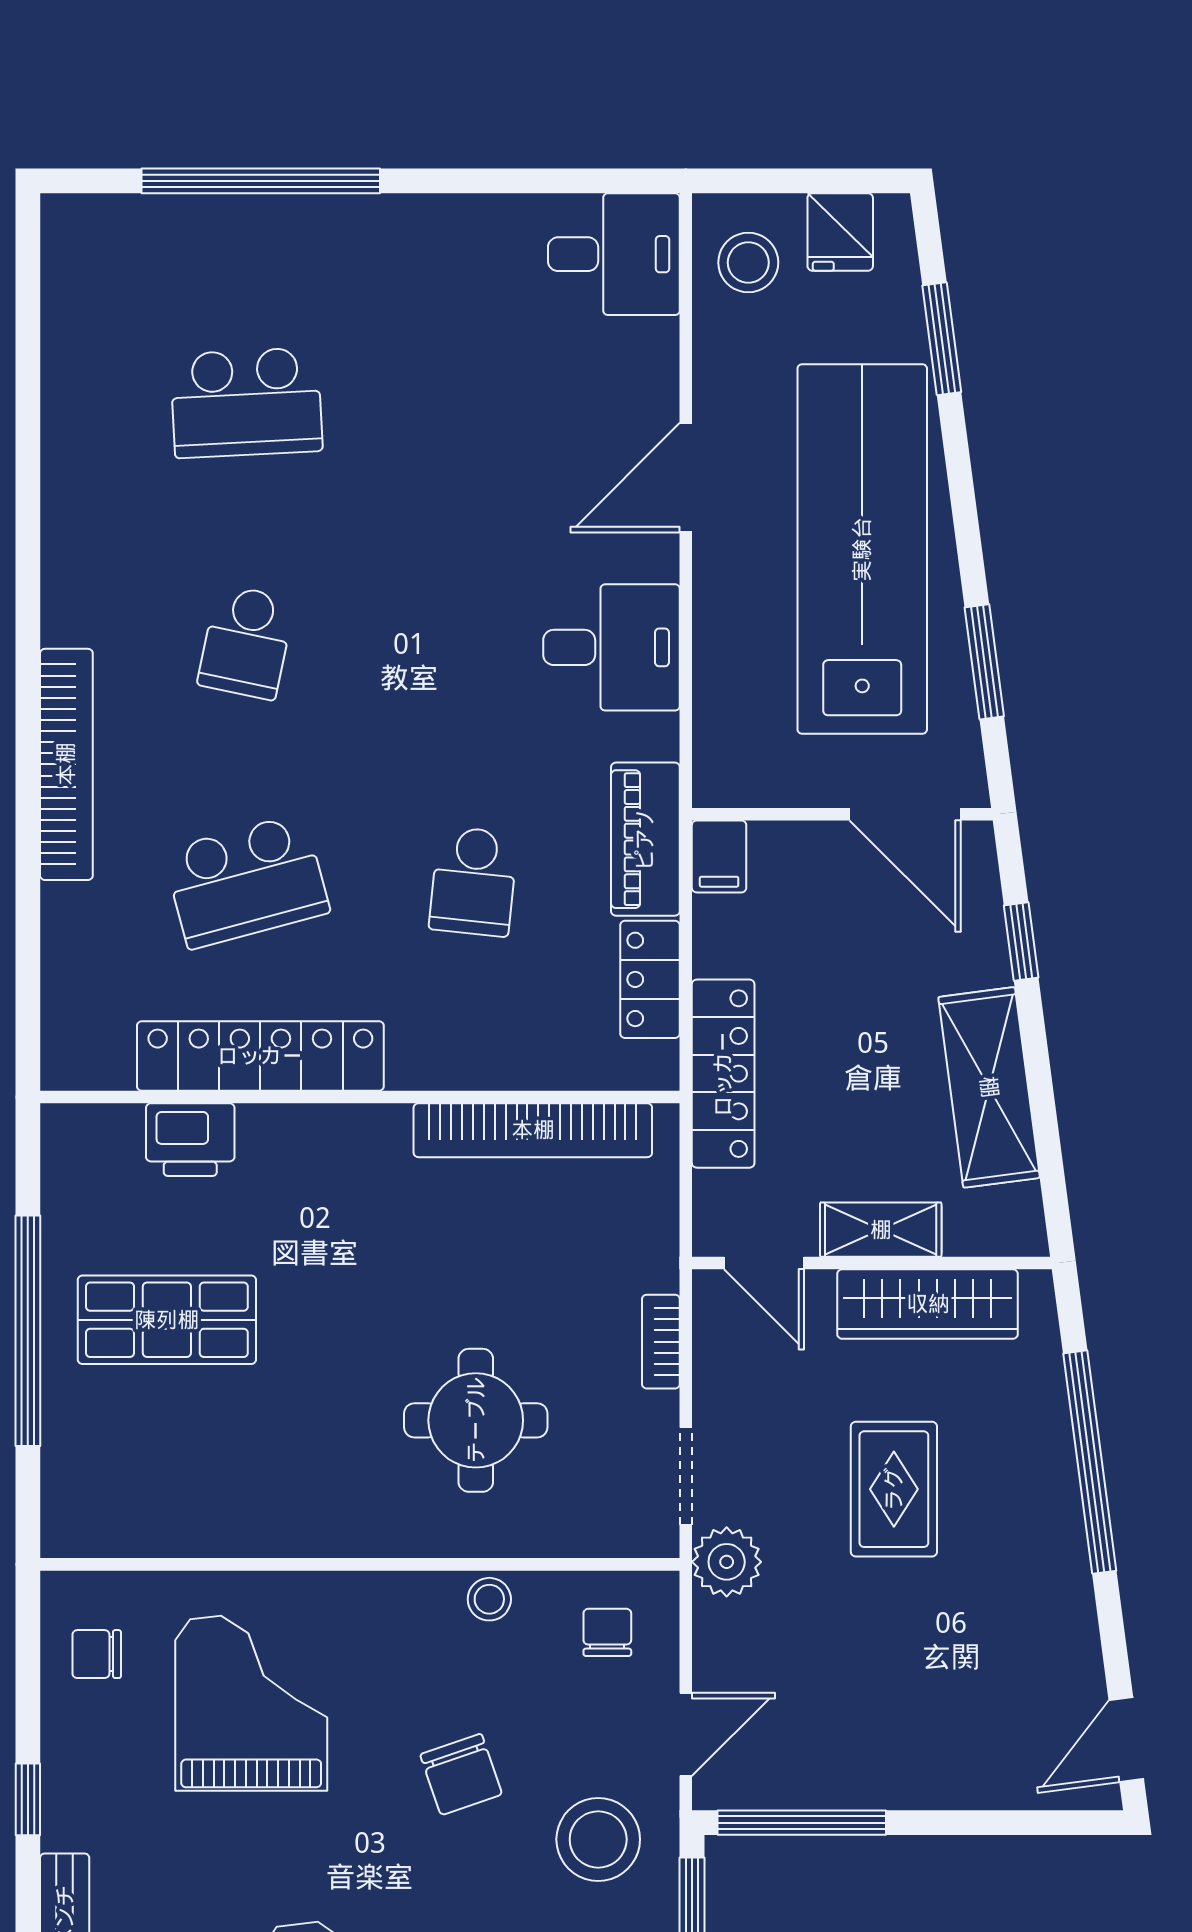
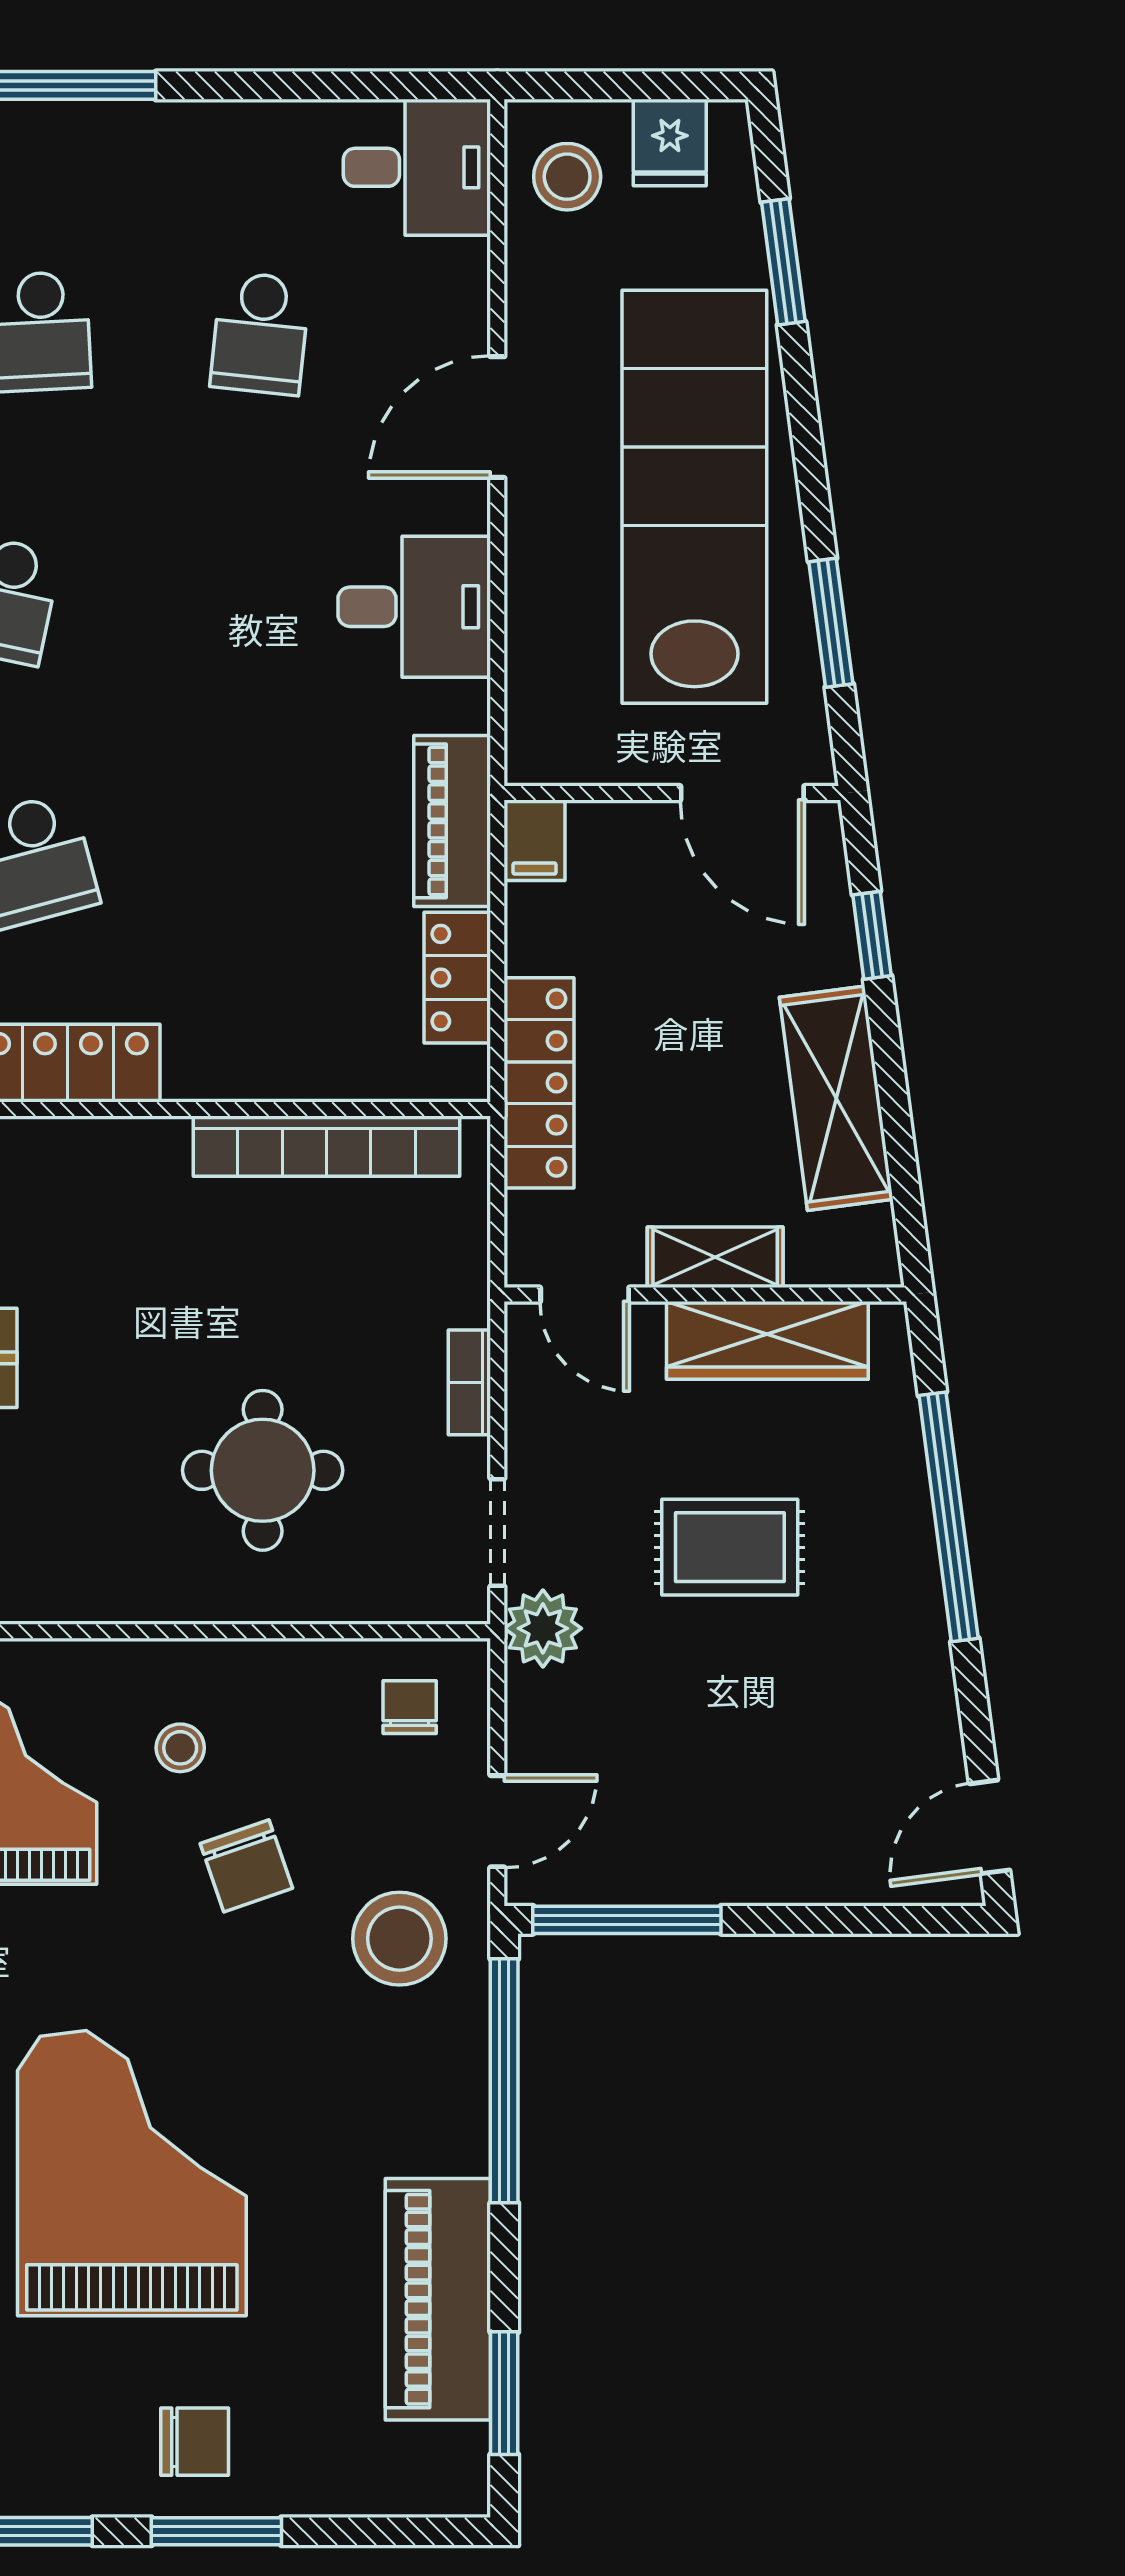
school desk: (474, 881) -> (260, 333), moved
rug: (894, 1489) -> (730, 1547), turned 90
stool: (489, 1599) -> (180, 1748), moved

